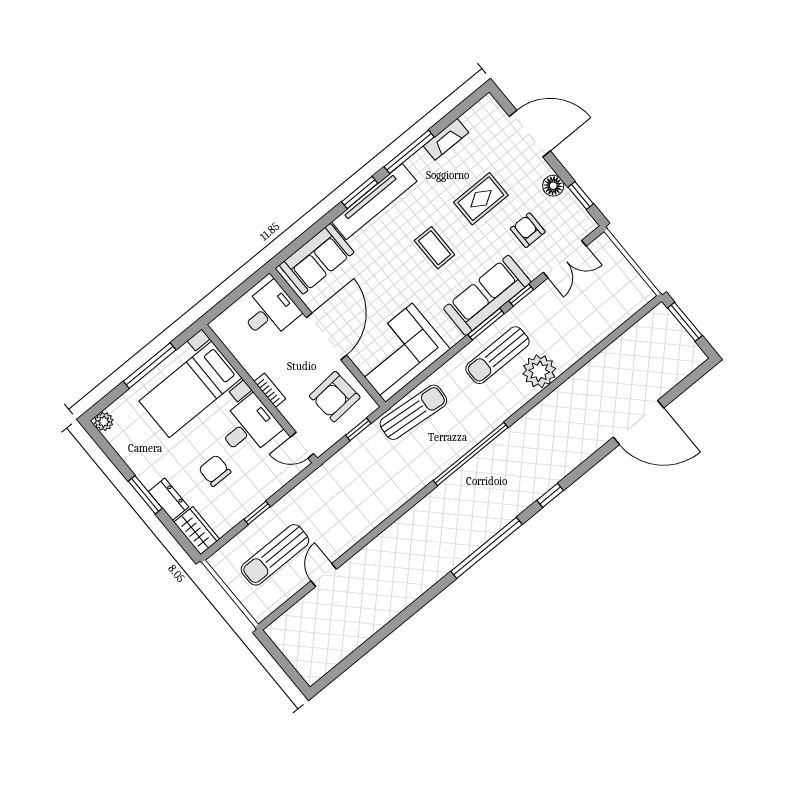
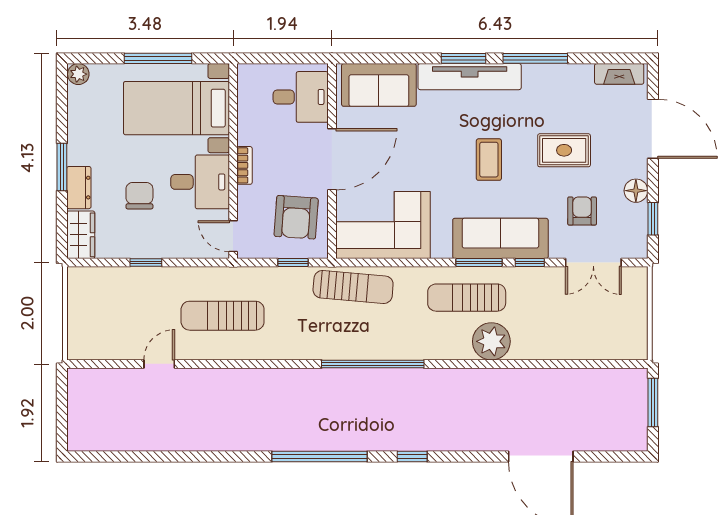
fireplace: (446, 139) -> (619, 74), moved
armchair: (335, 397) -> (296, 217), turned -82
sun lounger: (275, 555) -> (223, 316), moved

